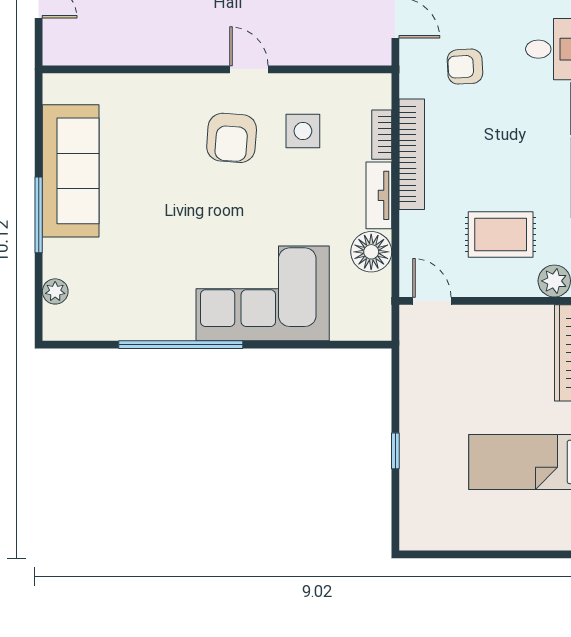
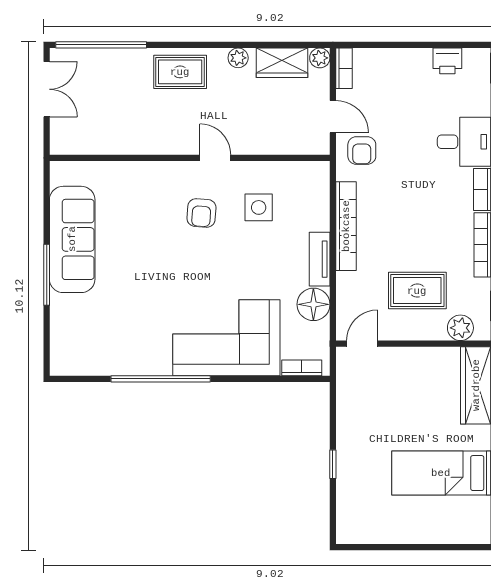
armchair: (465, 67) -> (362, 151), moved, turned -87
bookcase: (382, 135) -> (302, 368), moved, turned 90
armchair: (232, 138) -> (201, 213), width x0.72, depth x0.72
plant: (55, 291) -> (60, 336), removed
door: (432, 301) -> (362, 344), hinge flipped

